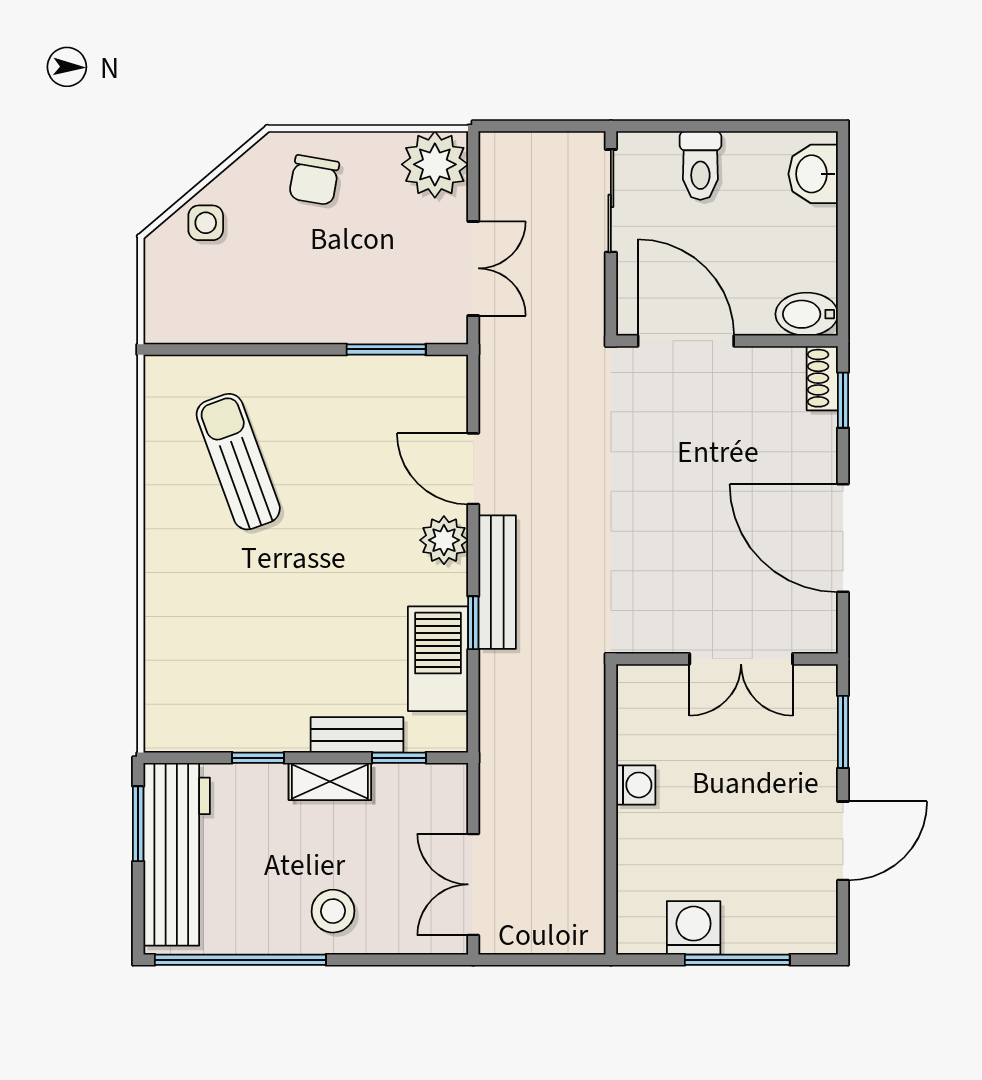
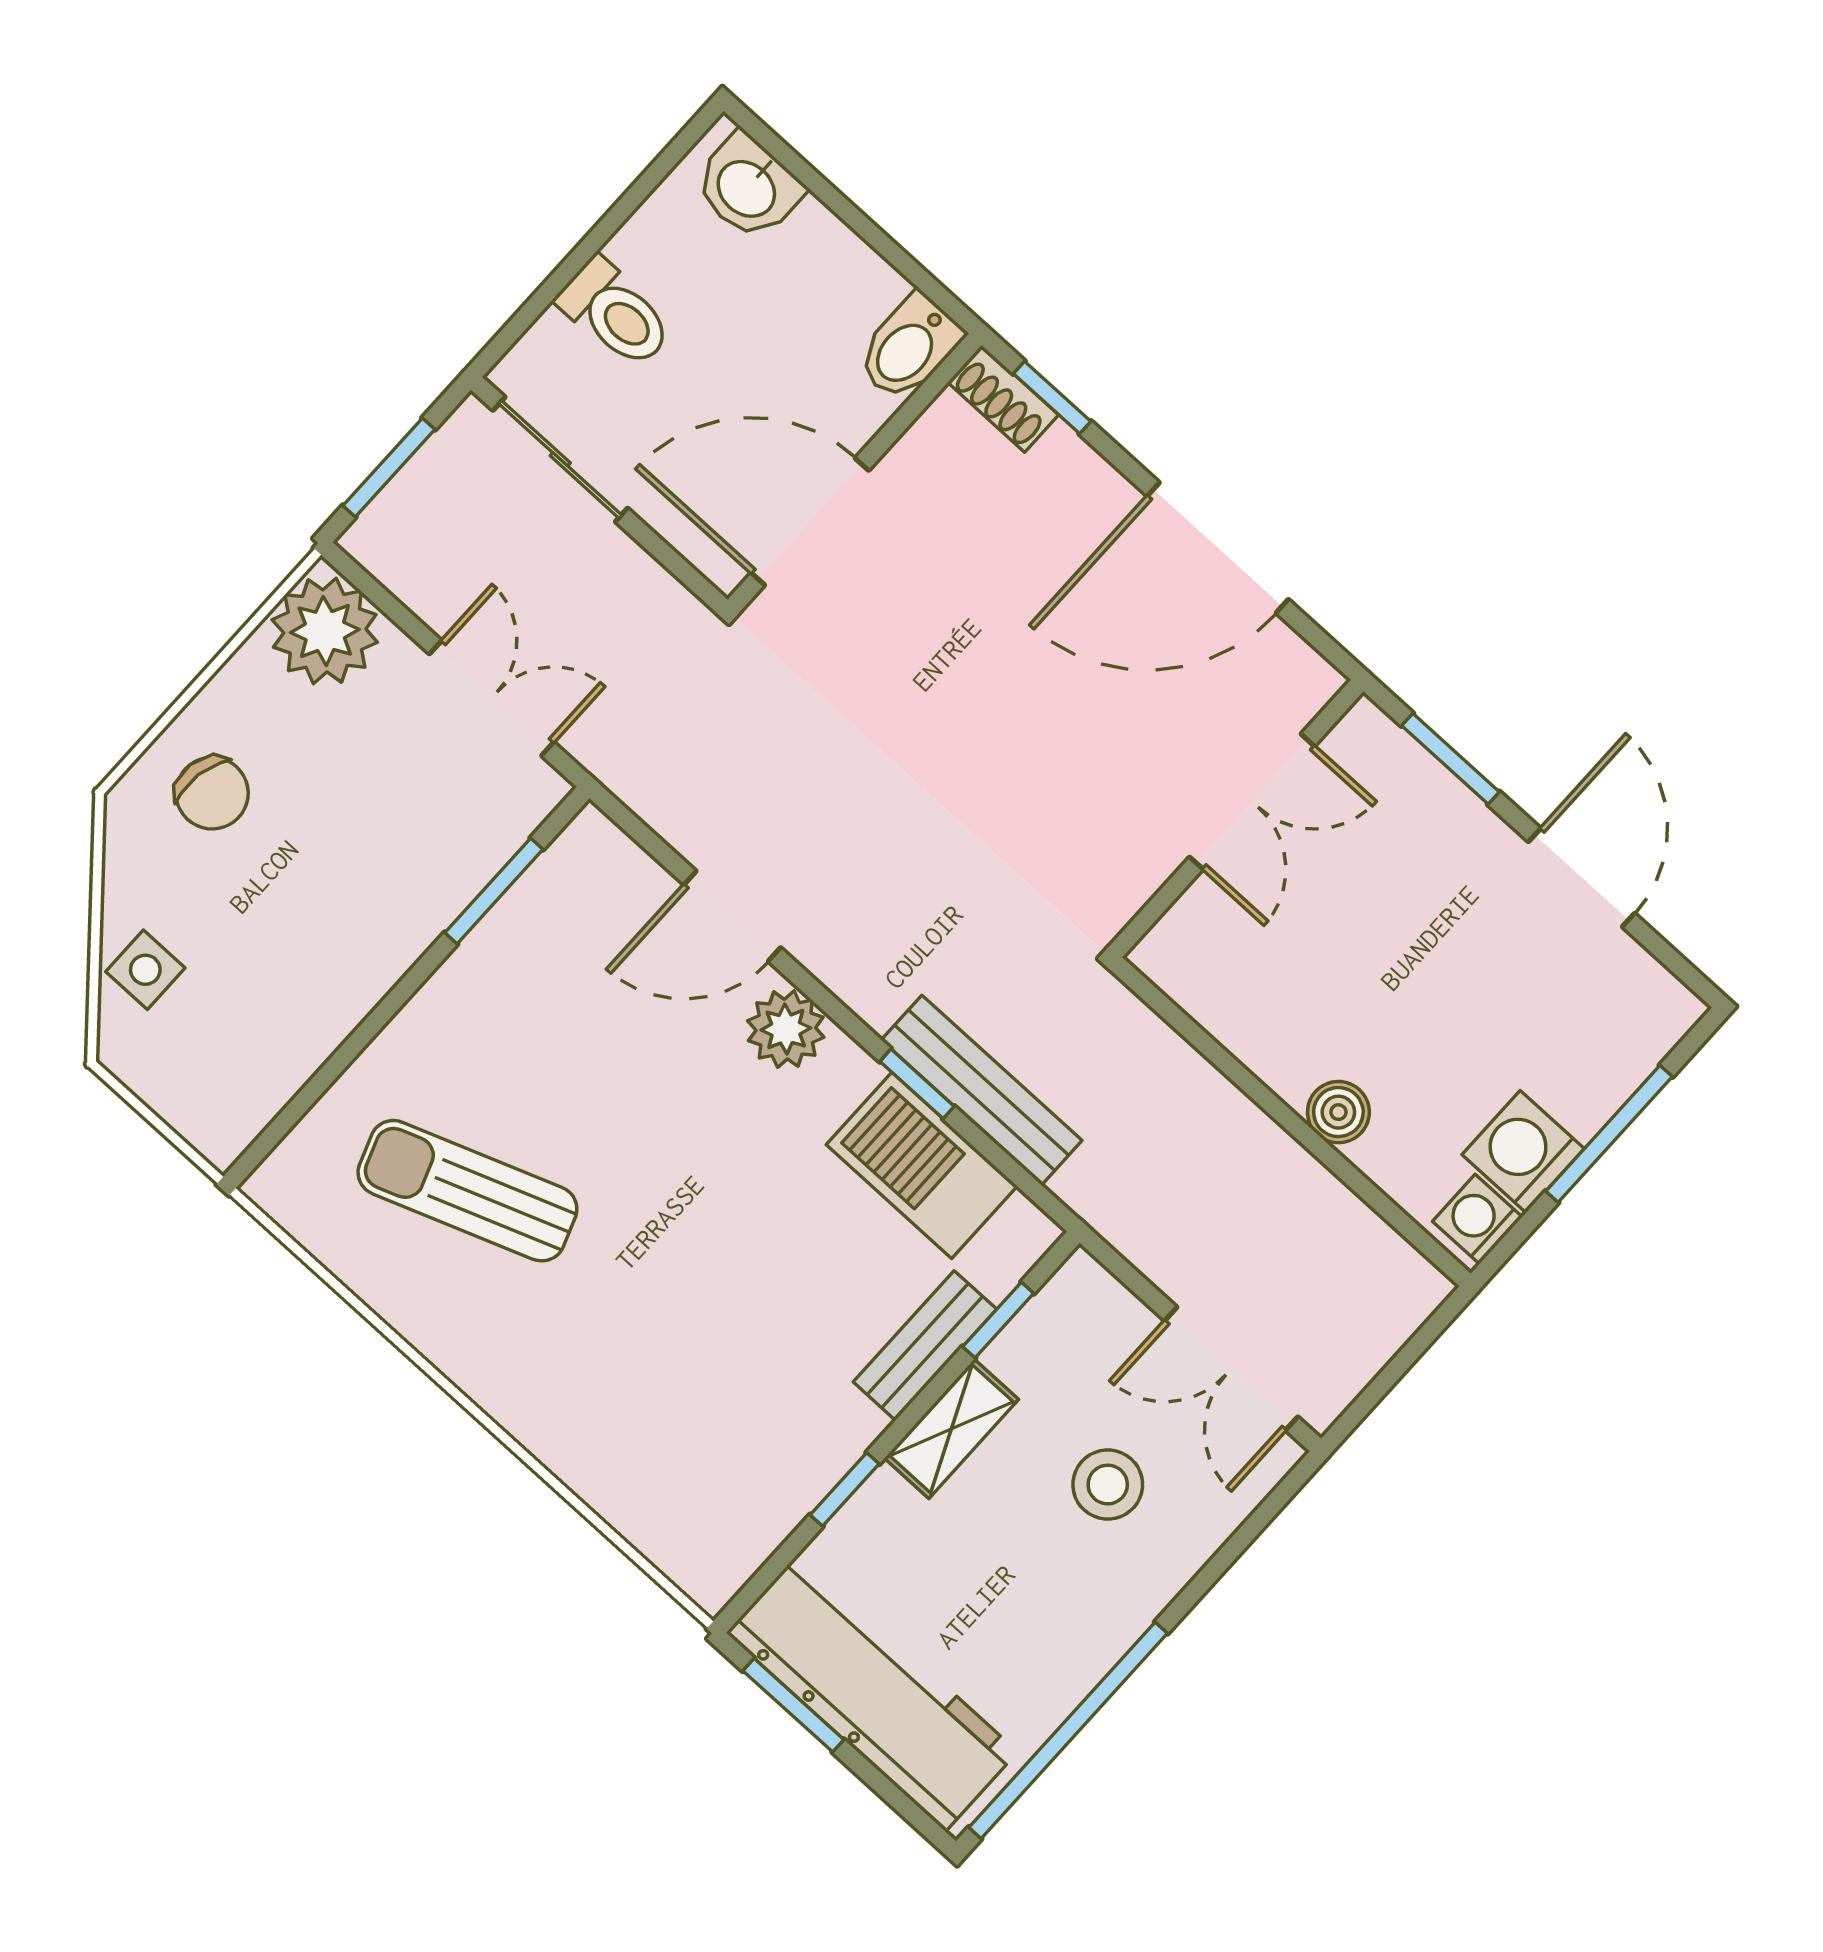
window: (536, 126) -> (389, 467), added
bench: (497, 582) -> (982, 1090), moved
washing machine: (636, 785) -> (1477, 1219), moved, turned -90
boiler: (635, 827) -> (1338, 1112), added
stool: (333, 911) -> (1108, 1485), moved

